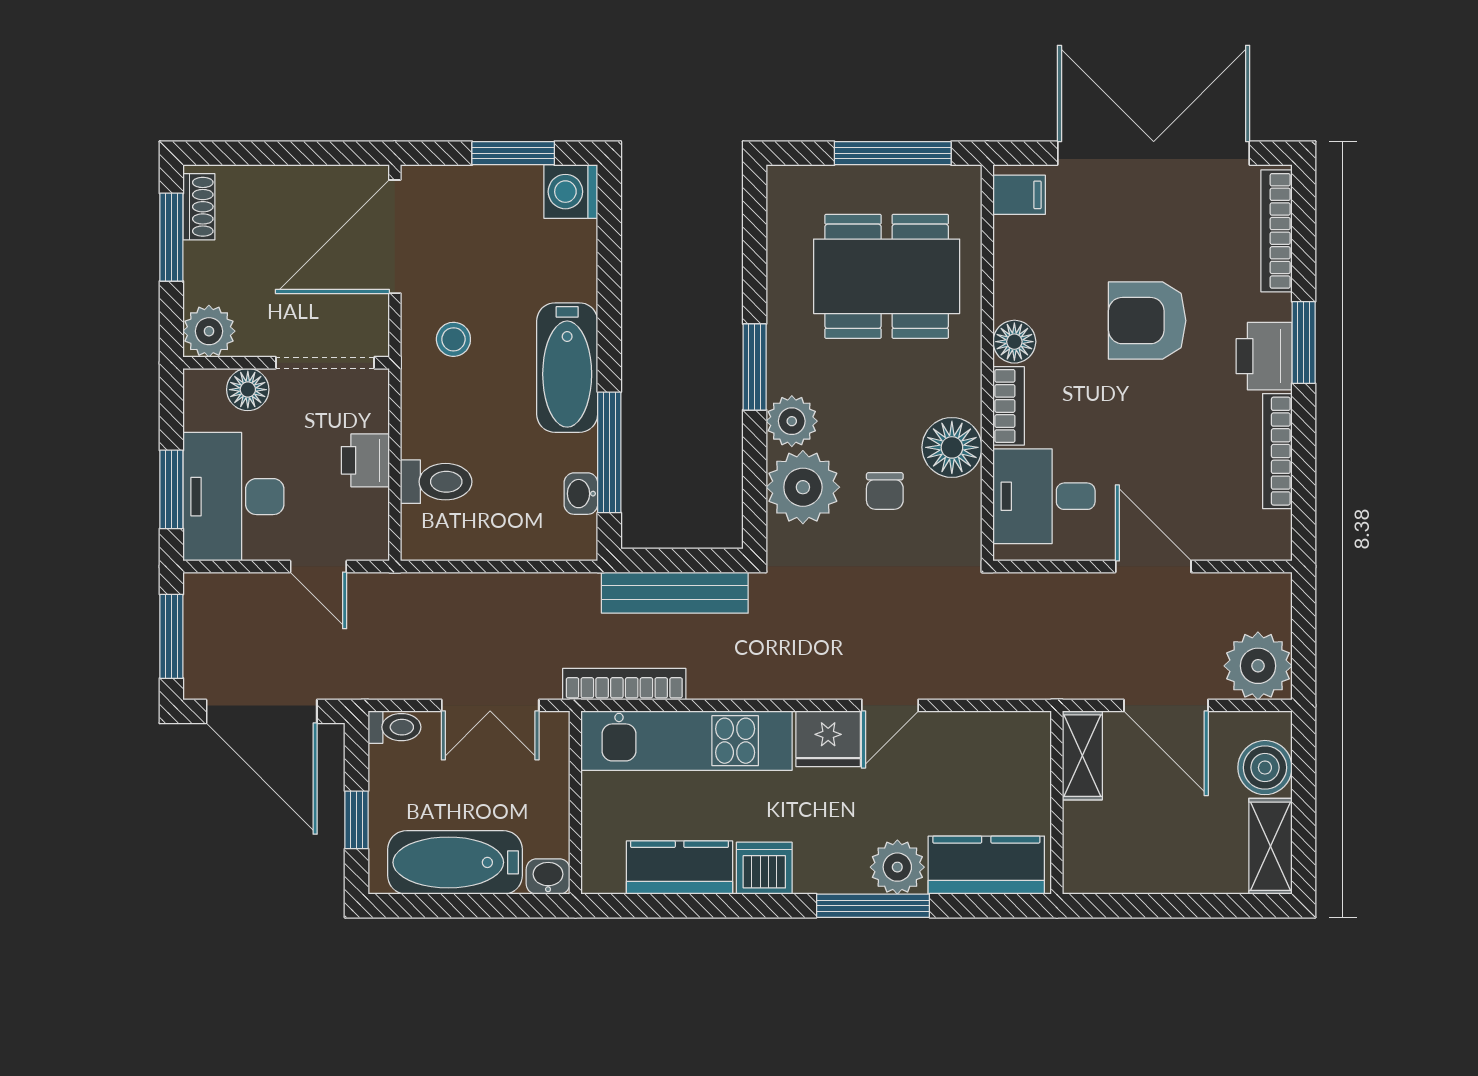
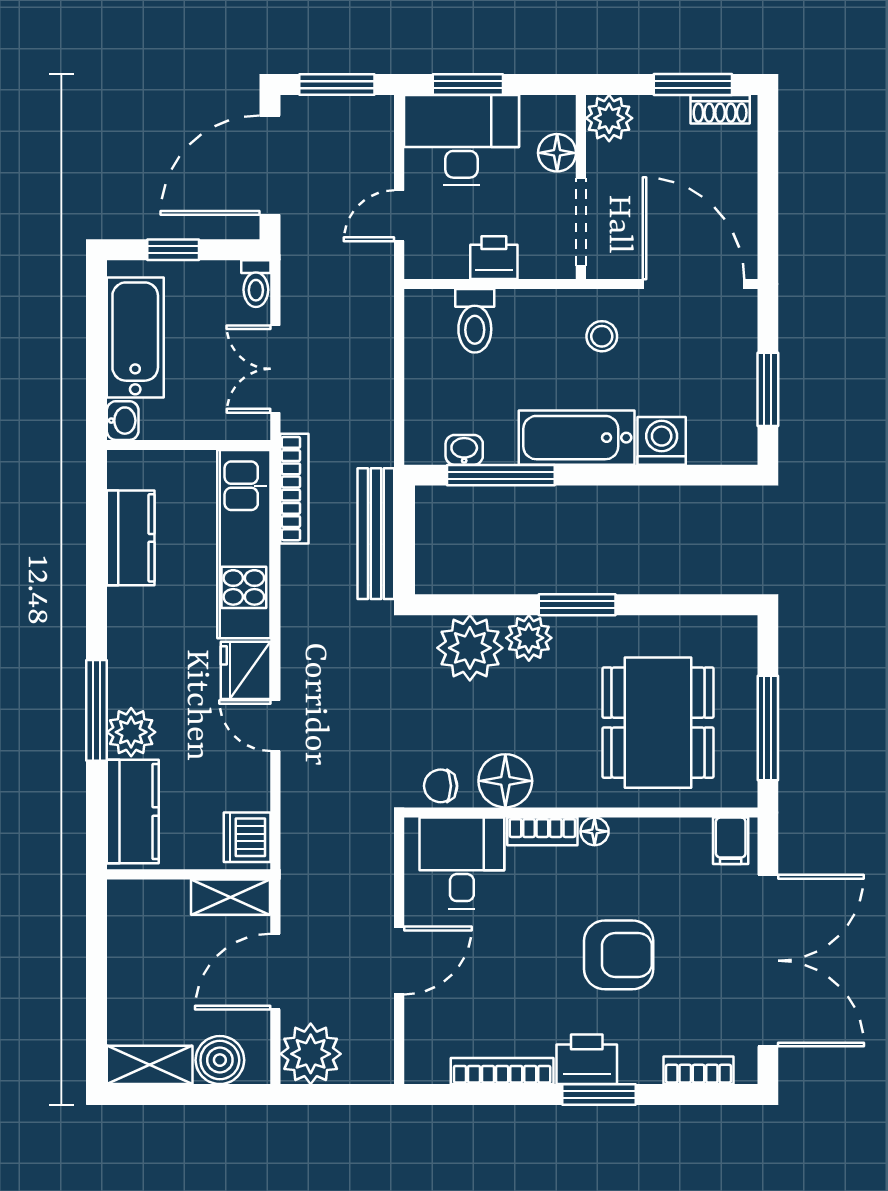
washing machine: (571, 192) -> (662, 441), moved
bookcase: (1276, 231) -> (699, 1070), width x0.64
armchair: (1147, 321) -> (619, 955), turned 90
floor lamp: (1014, 342) -> (595, 831), width x0.73, depth x0.73
chair: (885, 491) -> (441, 786), moved
dishwasher: (764, 868) -> (247, 837), moved, turned 180

